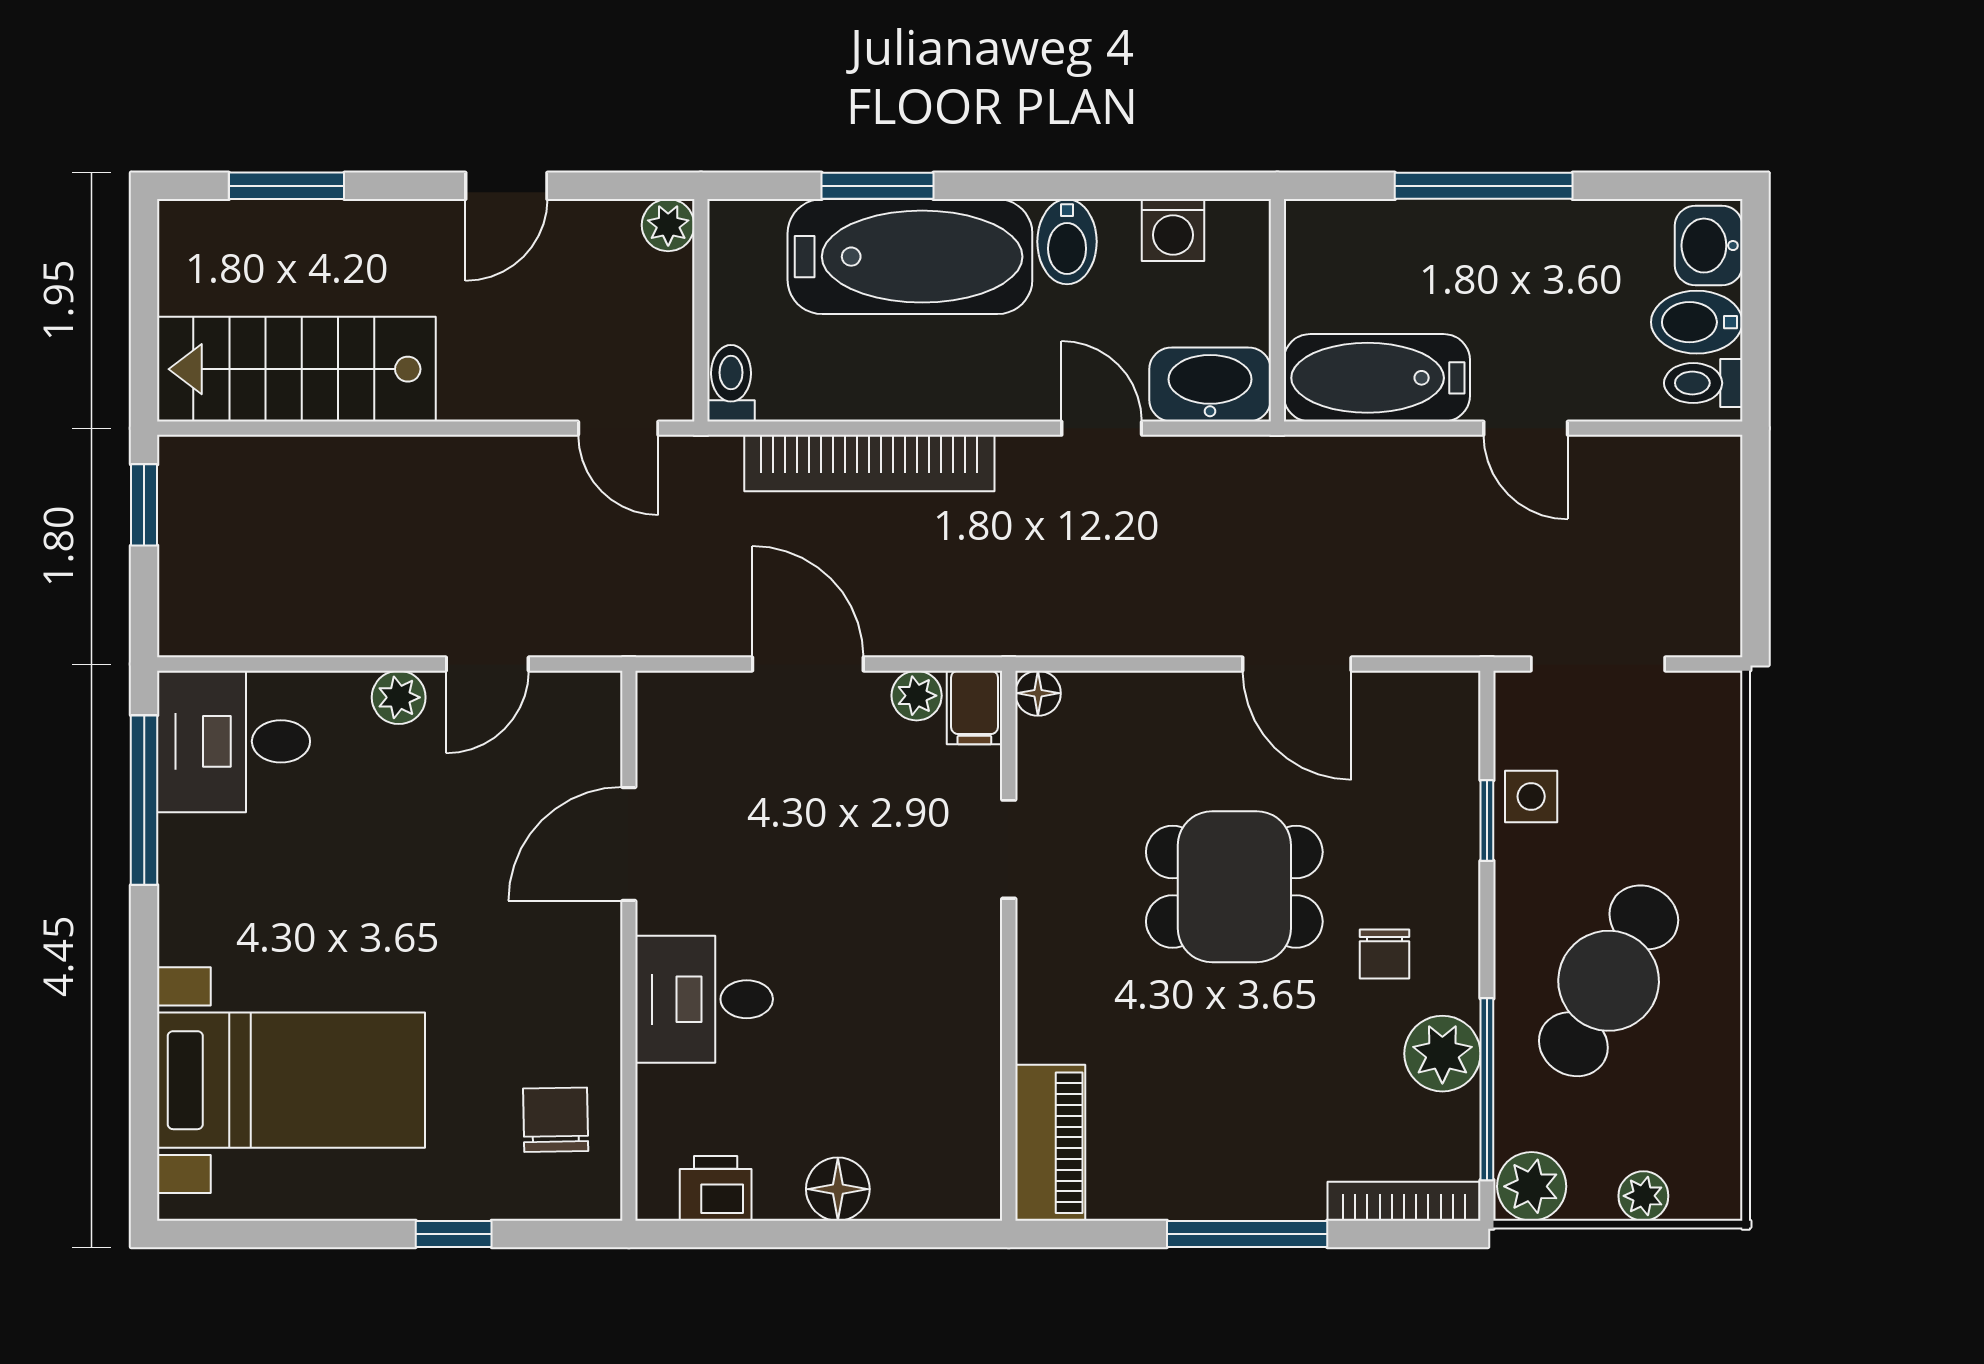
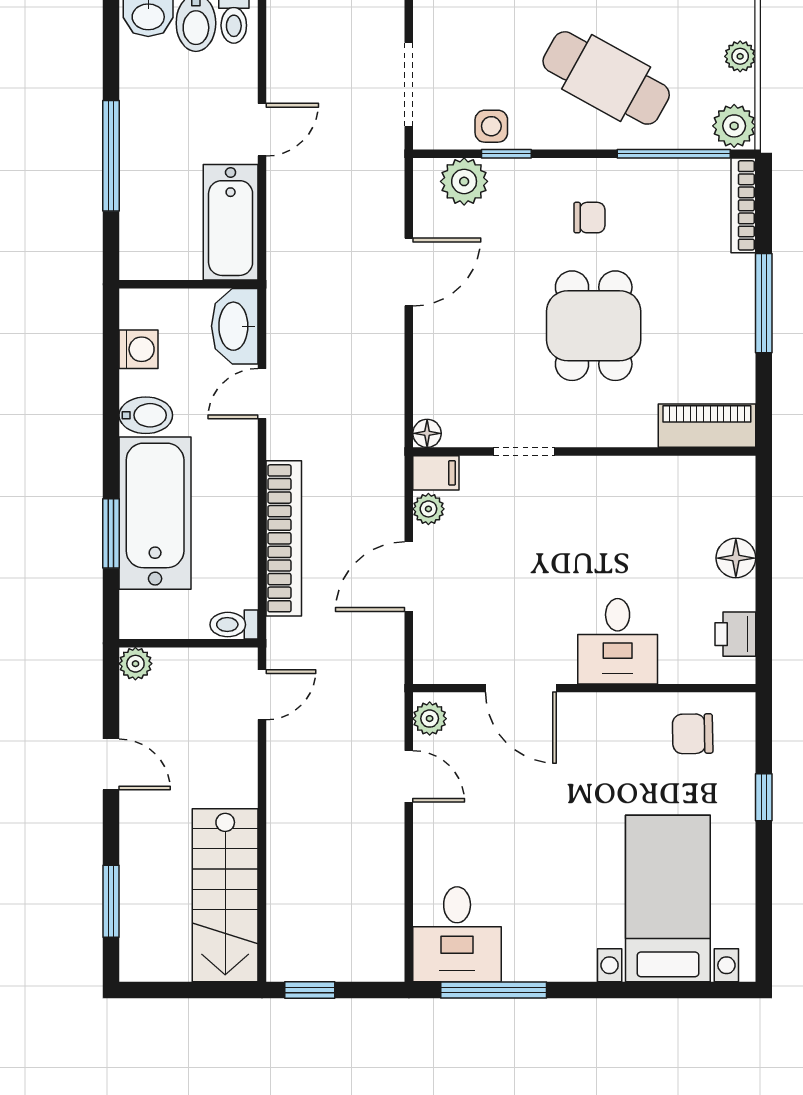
plant: (399, 697) -> (430, 719), moved
dining table: (1234, 887) -> (594, 326), moved
plant: (1442, 1054) -> (464, 181), moved

